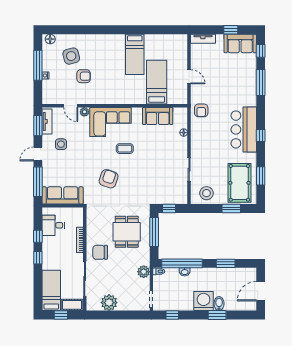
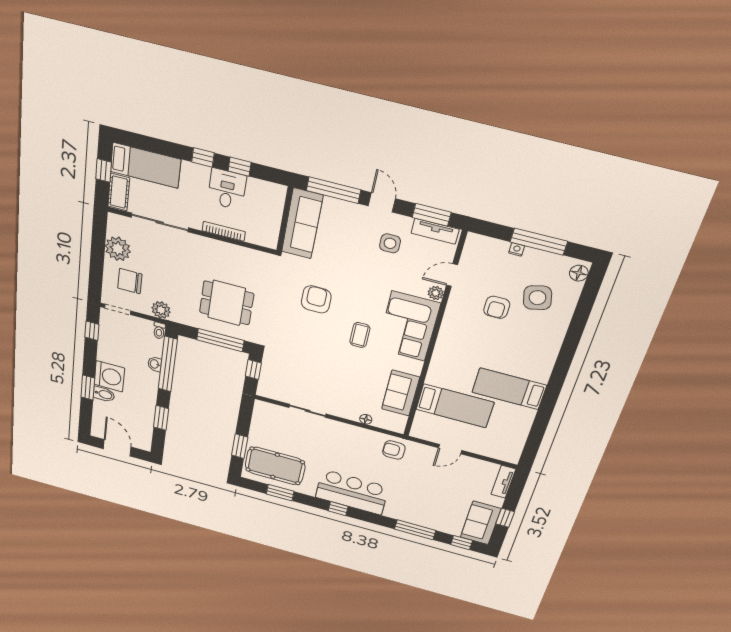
armchair: (109, 179) -> (316, 299), turned -109
stool: (207, 193) -> (268, 423), removed
desk: (53, 225) -> (227, 189), moved
chair: (100, 252) -> (130, 281), moved, turned -90

